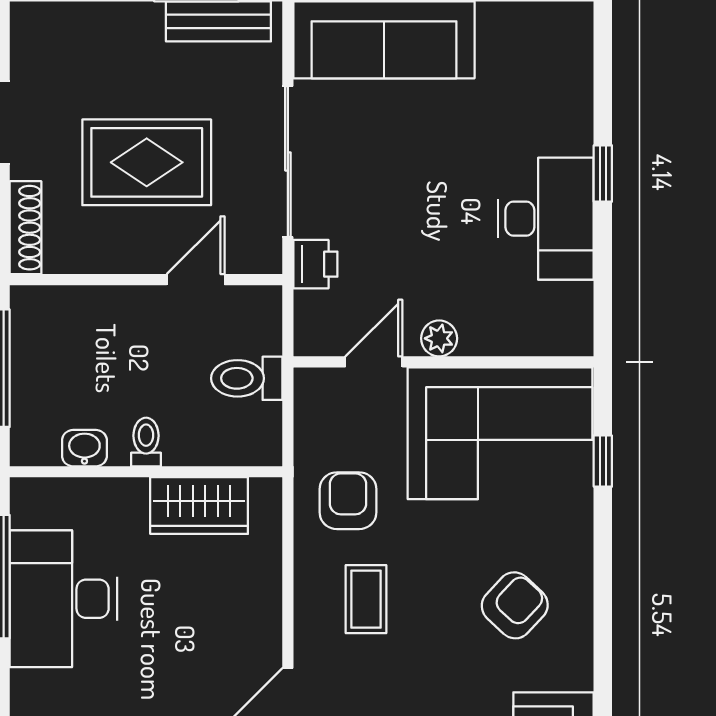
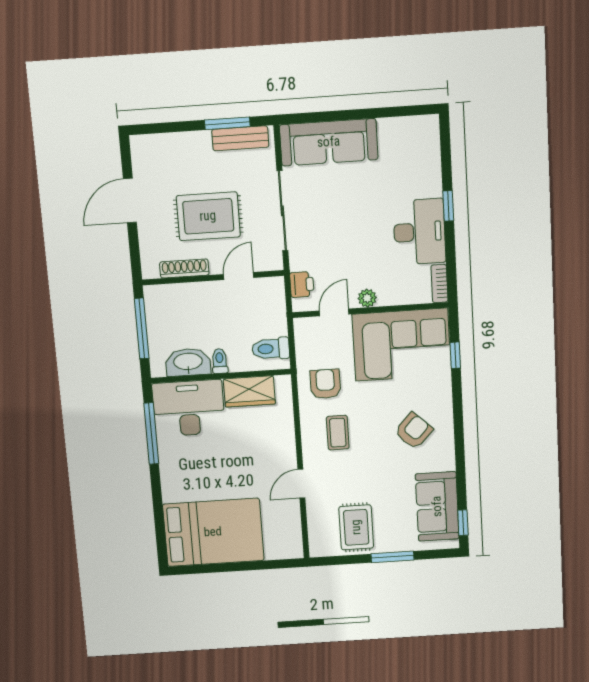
shoe rack: (26, 228) -> (184, 269), moved, turned -90
printer: (315, 264) -> (302, 284), moved
bookcase: (579, 320) -> (439, 284), added
toilet: (247, 378) -> (271, 349), moved
washbasin: (84, 448) -> (188, 362), width x1.91, depth x1.45
desk: (63, 599) -> (189, 408), moved, turned 90

